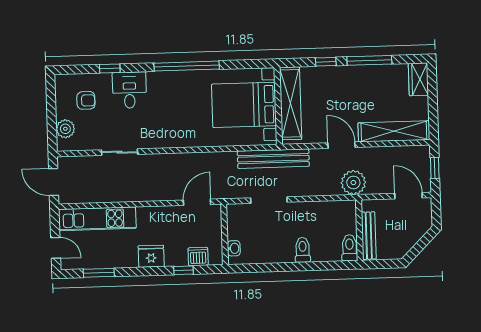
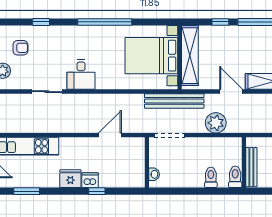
desk: (129, 90) -> (81, 75), moved, turned 180
plant: (353, 183) -> (216, 123), moved
wall: (225, 234) -> (147, 162), moved
washbasin: (234, 248) -> (154, 174), moved
toilet: (303, 250) -> (211, 177), moved
dishwasher: (198, 257) -> (90, 180), moved

